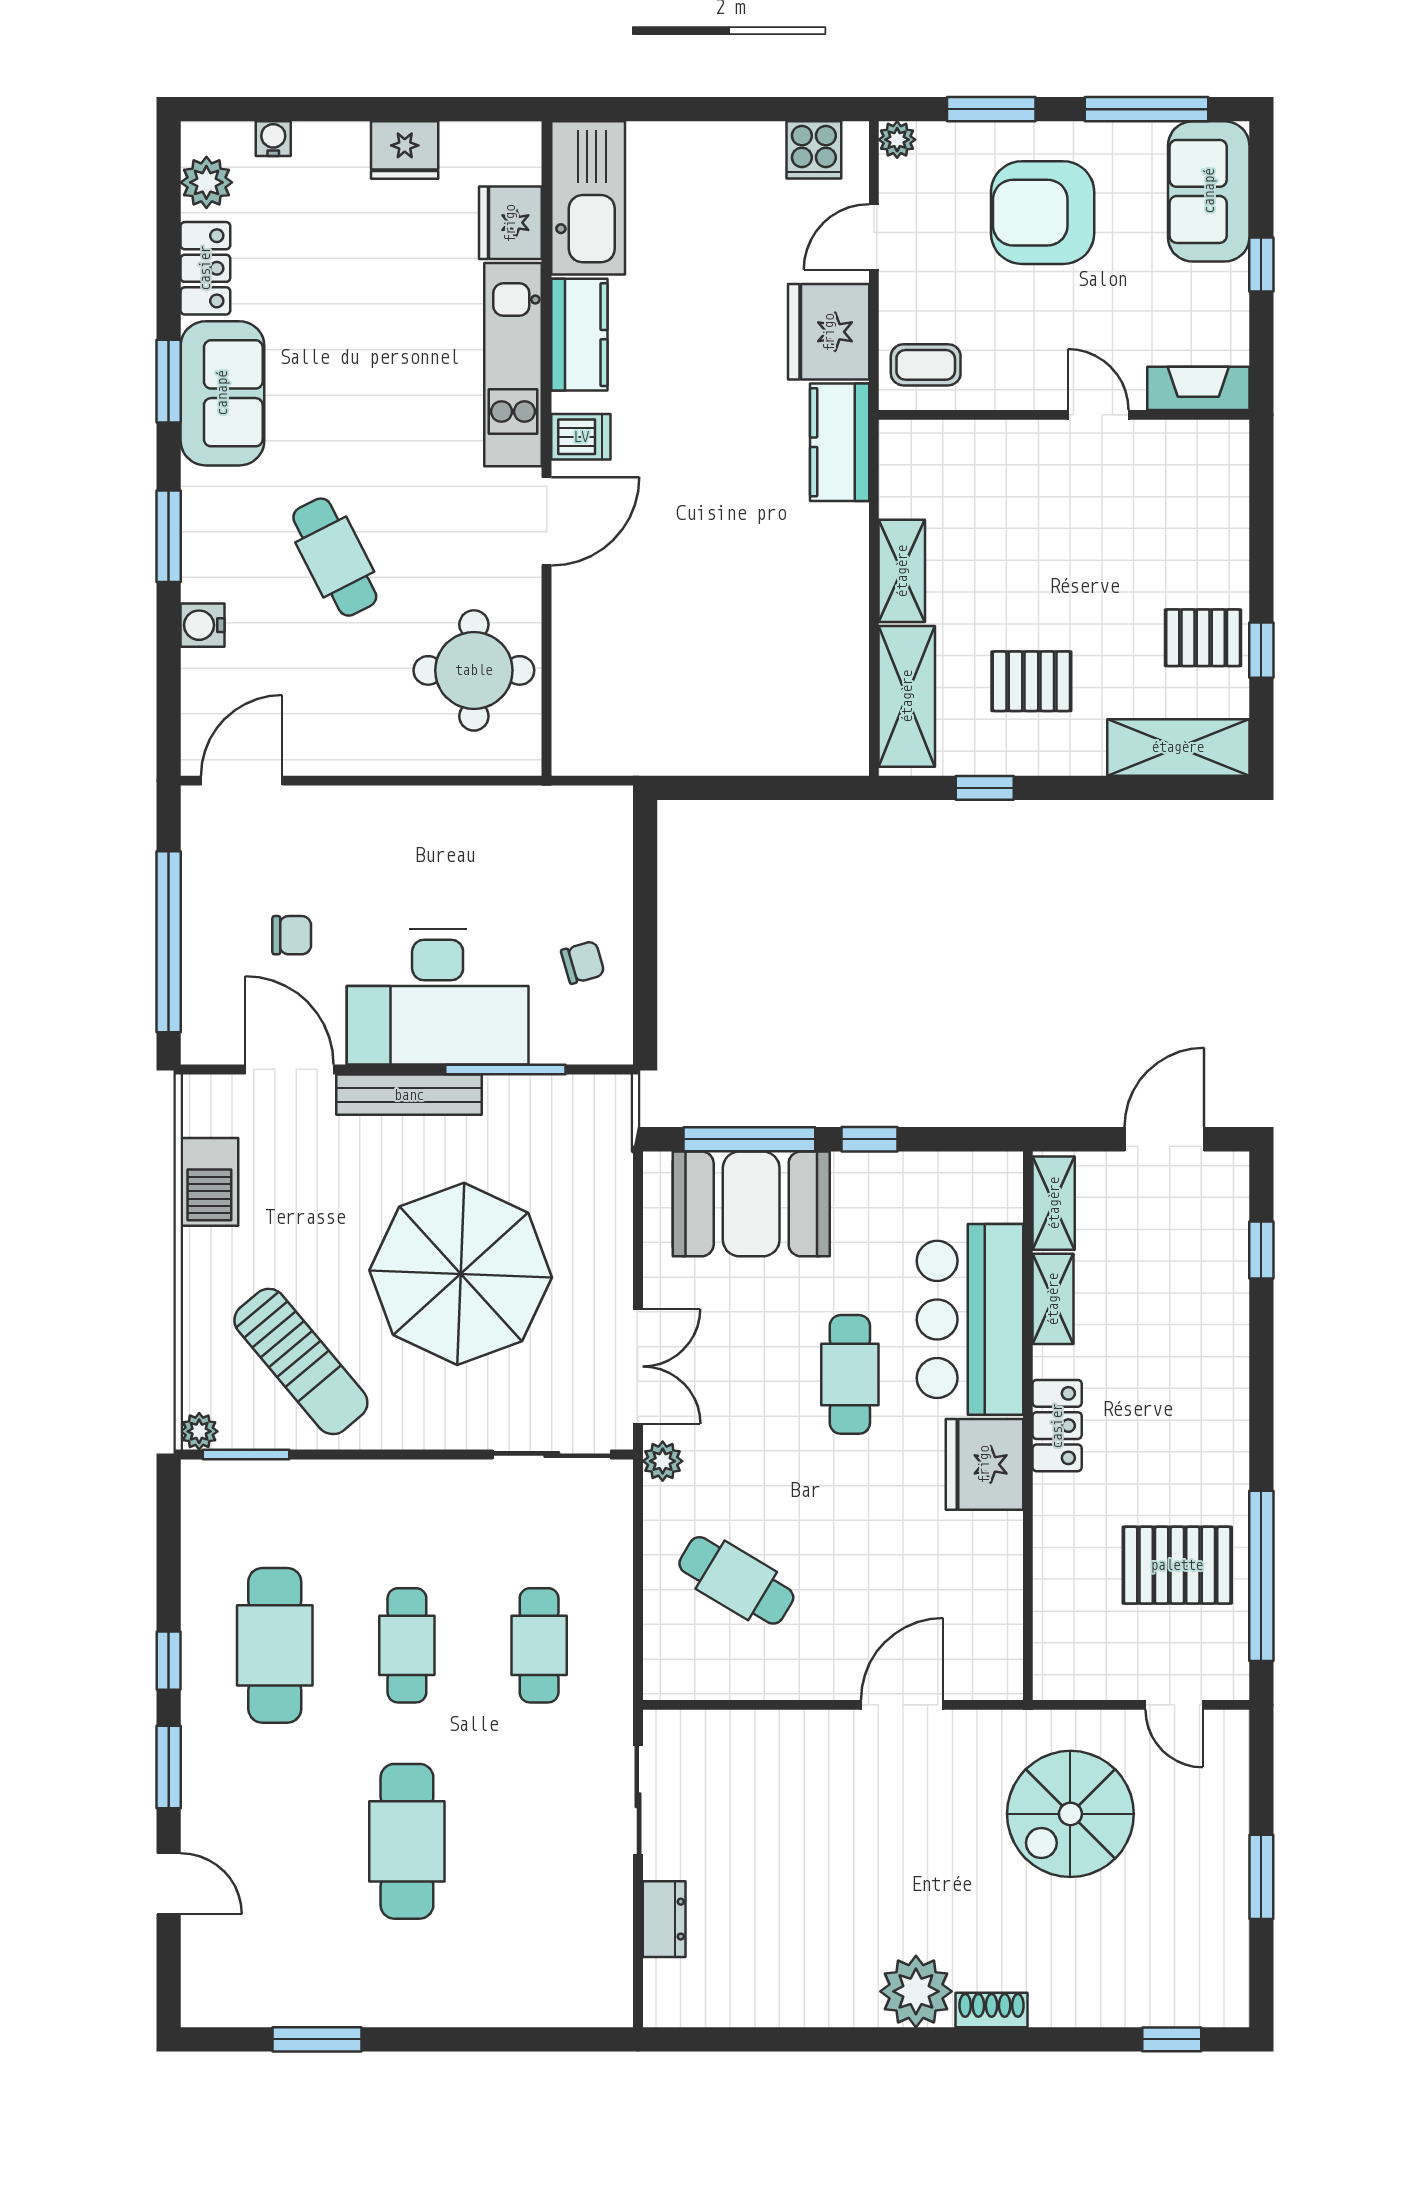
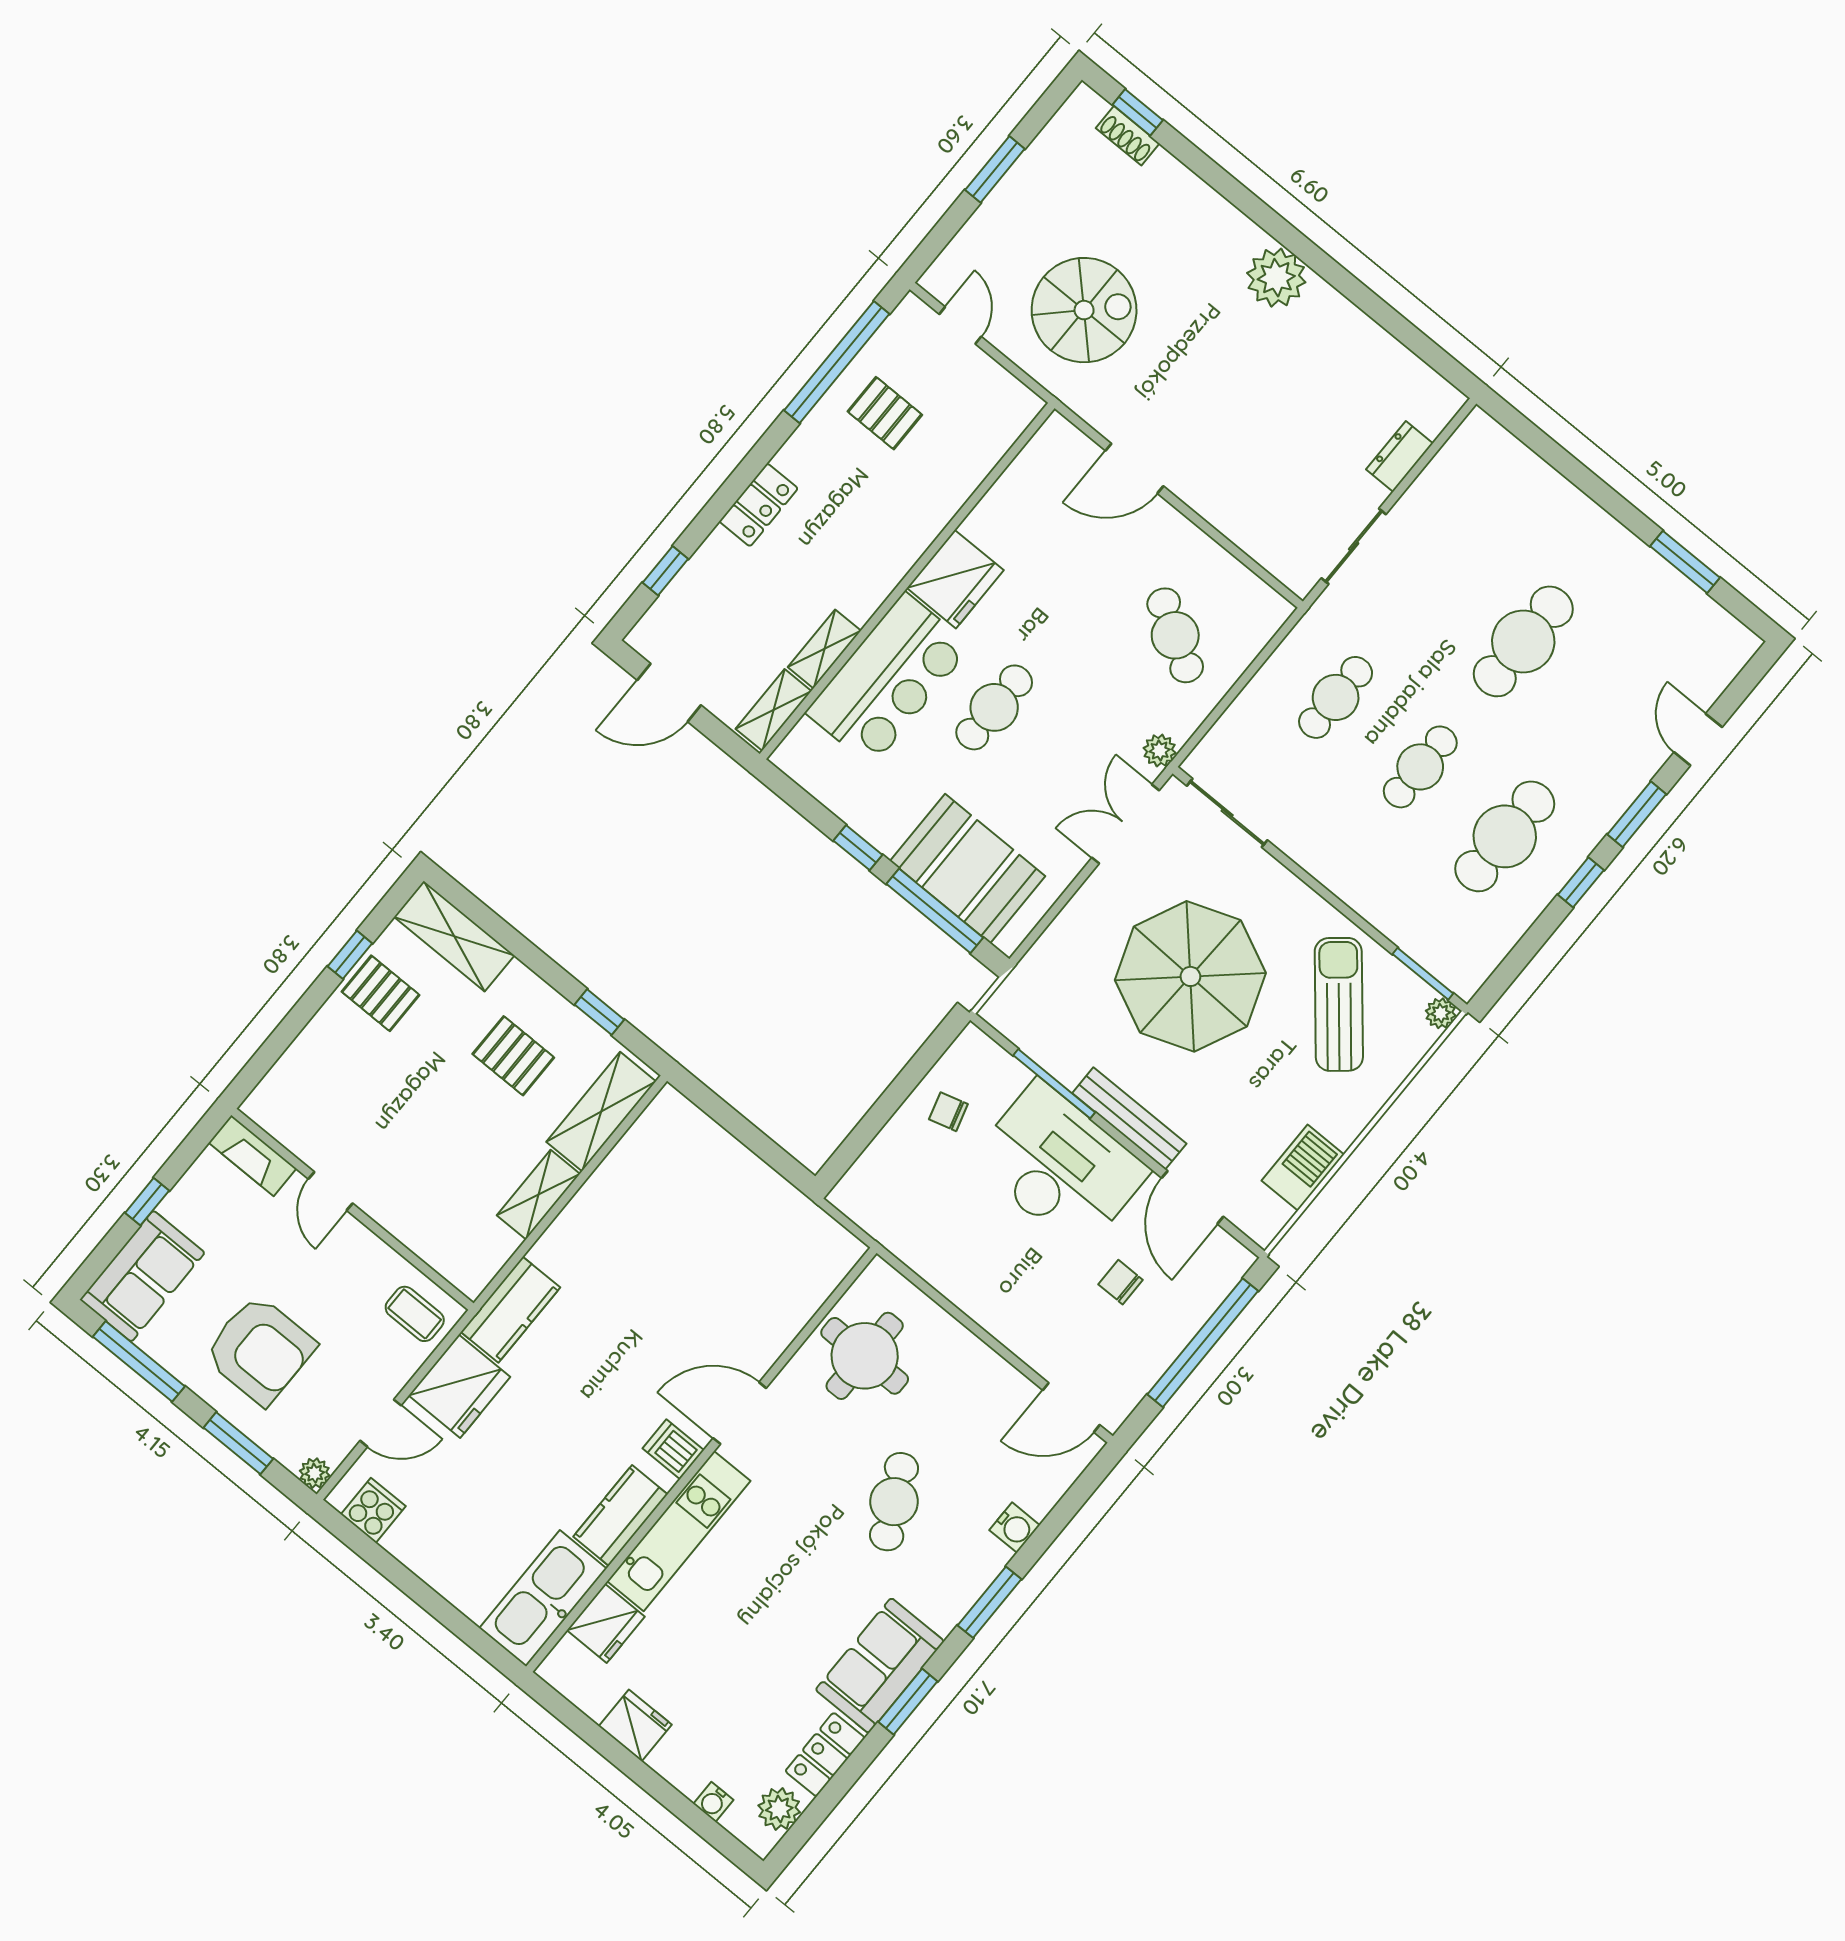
locker: (1057, 1426) -> (759, 505), moved, turned 180
pallet: (1177, 1565) -> (885, 413), width x0.67, depth x0.71
shoe rack: (992, 2010) -> (1128, 136), moved

